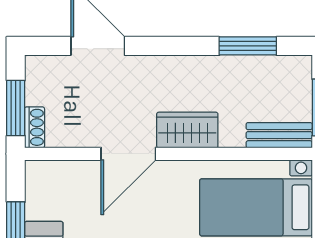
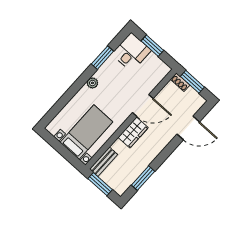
door: (128, 154) -> (143, 106), swing flipped

